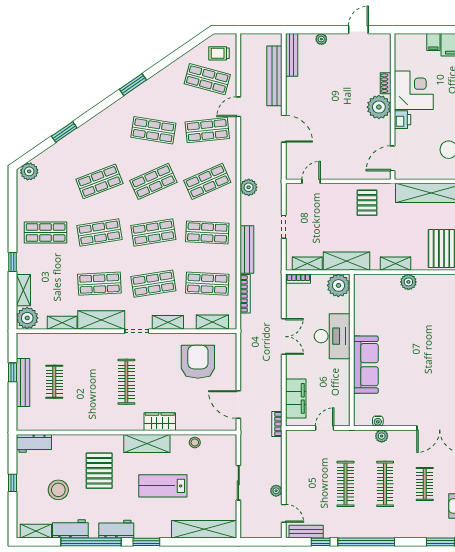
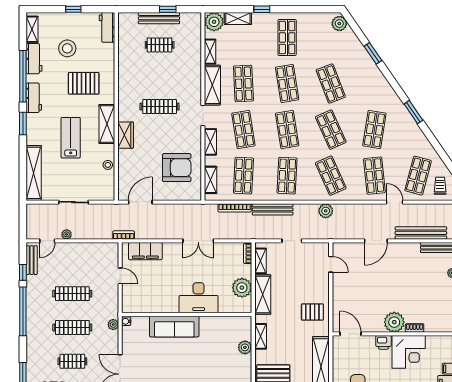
desk: (332, 336) -> (199, 298), moved
wall: (352, 350) -> (187, 315), moved
sofa: (366, 365) -> (174, 327), moved

